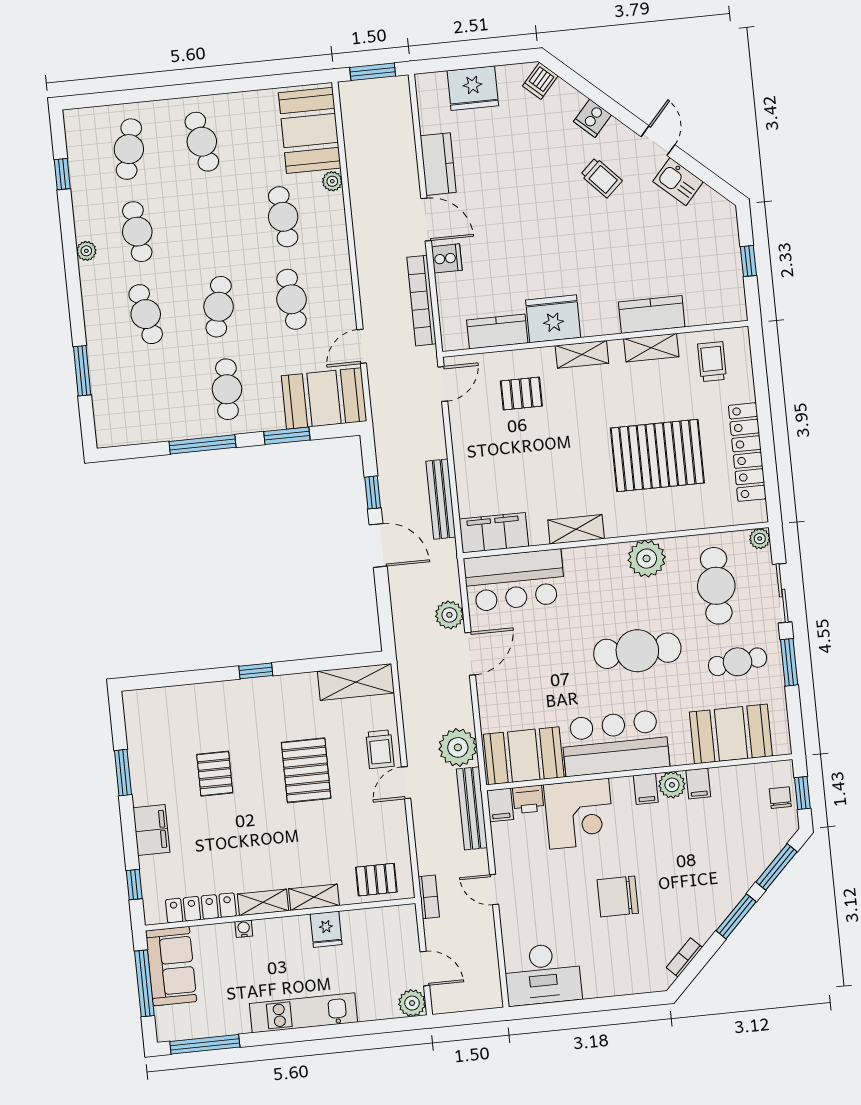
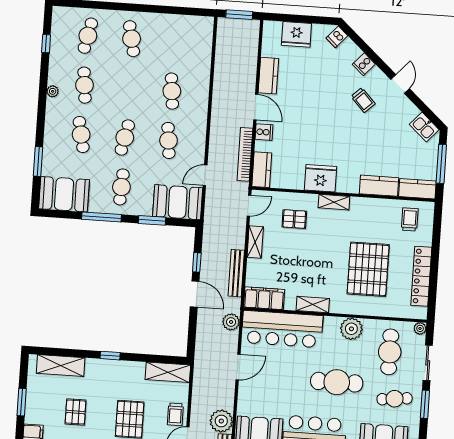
booth: (310, 130) -> (64, 194), moved, turned 90
plant: (332, 181) -> (204, 75), removed
kitchen sink: (678, 182) -> (424, 127), moved
window: (748, 261) -> (441, 164), width x2.17
kitchen counter: (716, 309) -> (417, 189), added
kitchen counter: (497, 331) -> (262, 170), moved, turned 90
shelving: (651, 348) -> (255, 242), moved, turned 90
pallet: (657, 456) -> (368, 269), turned 90
bar counter: (515, 580) -> (282, 329), width x1.36
plant: (449, 615) -> (231, 322), moved
shelving: (177, 701) -> (61, 366), added

